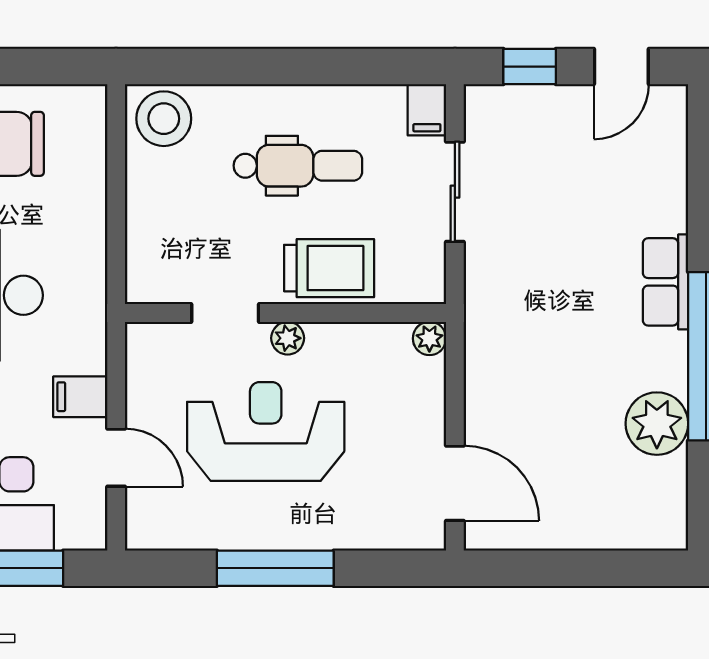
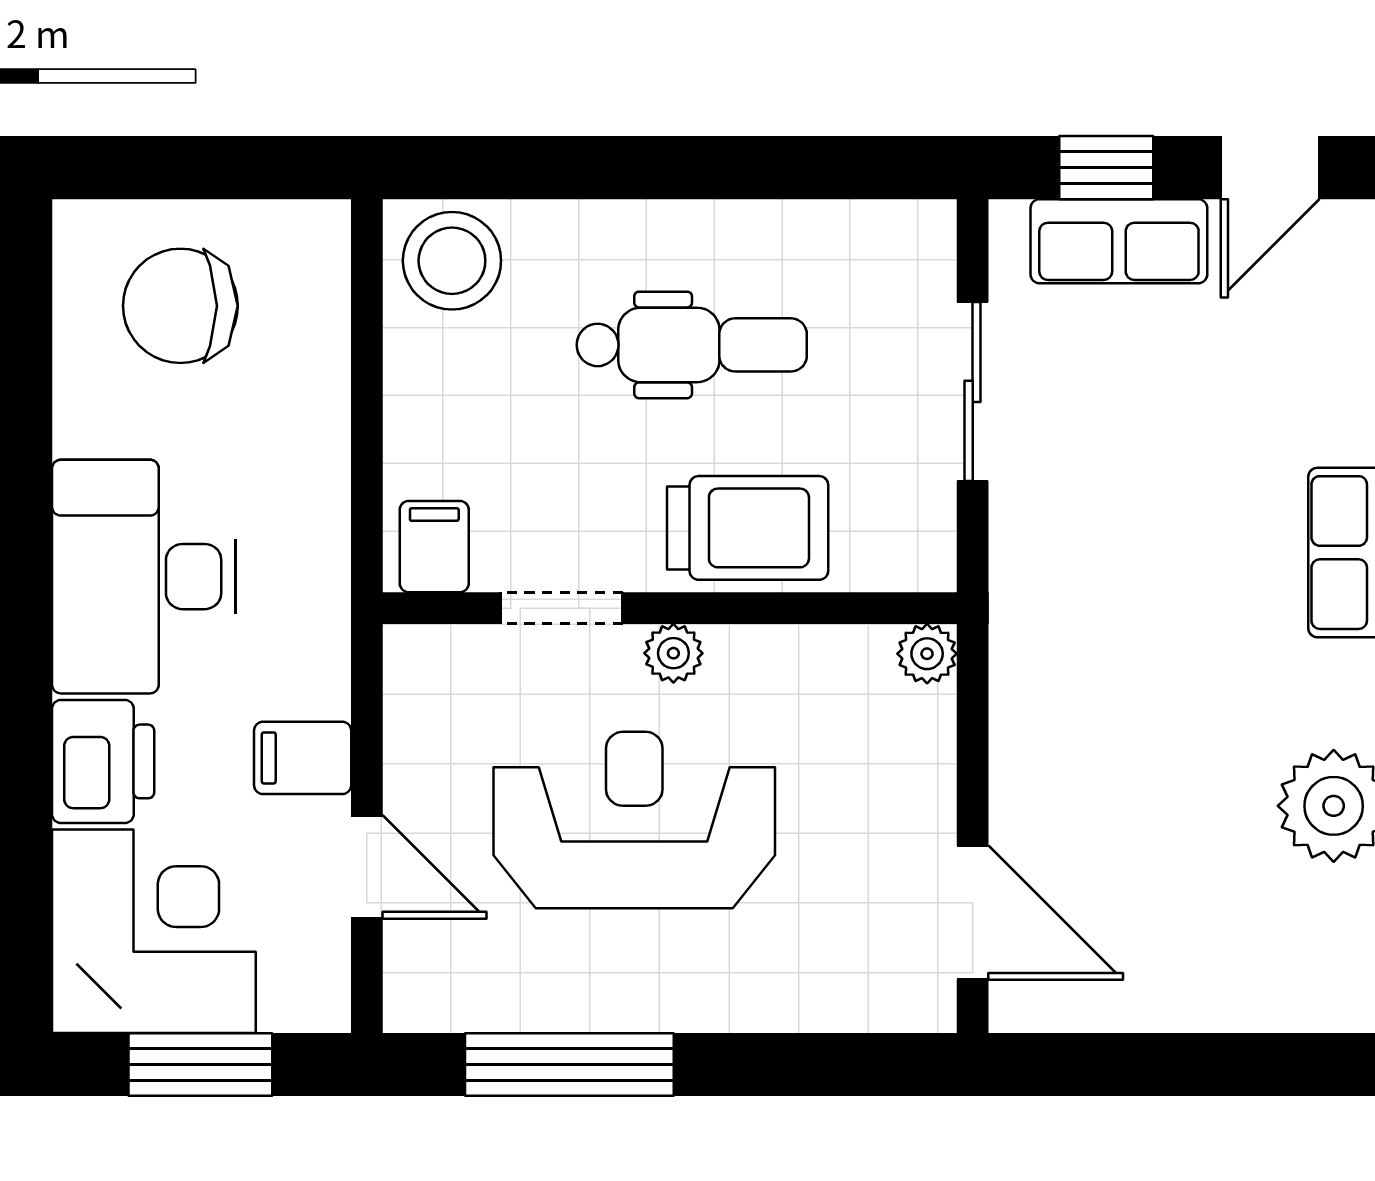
row of seats: (537, 108) -> (1119, 241), added
filing cabinet: (427, 110) -> (434, 547), moved, turned 180
window: (275, 568) -> (569, 1064), moved

